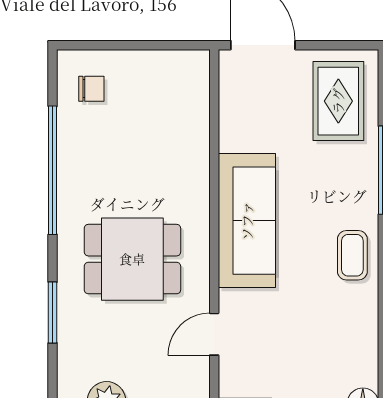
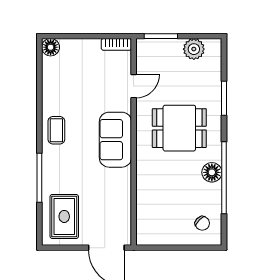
chair: (91, 89) -> (202, 223), turned -135
floor lamp: (74, 180) -> (212, 172), added
sofa: (247, 221) -> (115, 140), width x0.73

